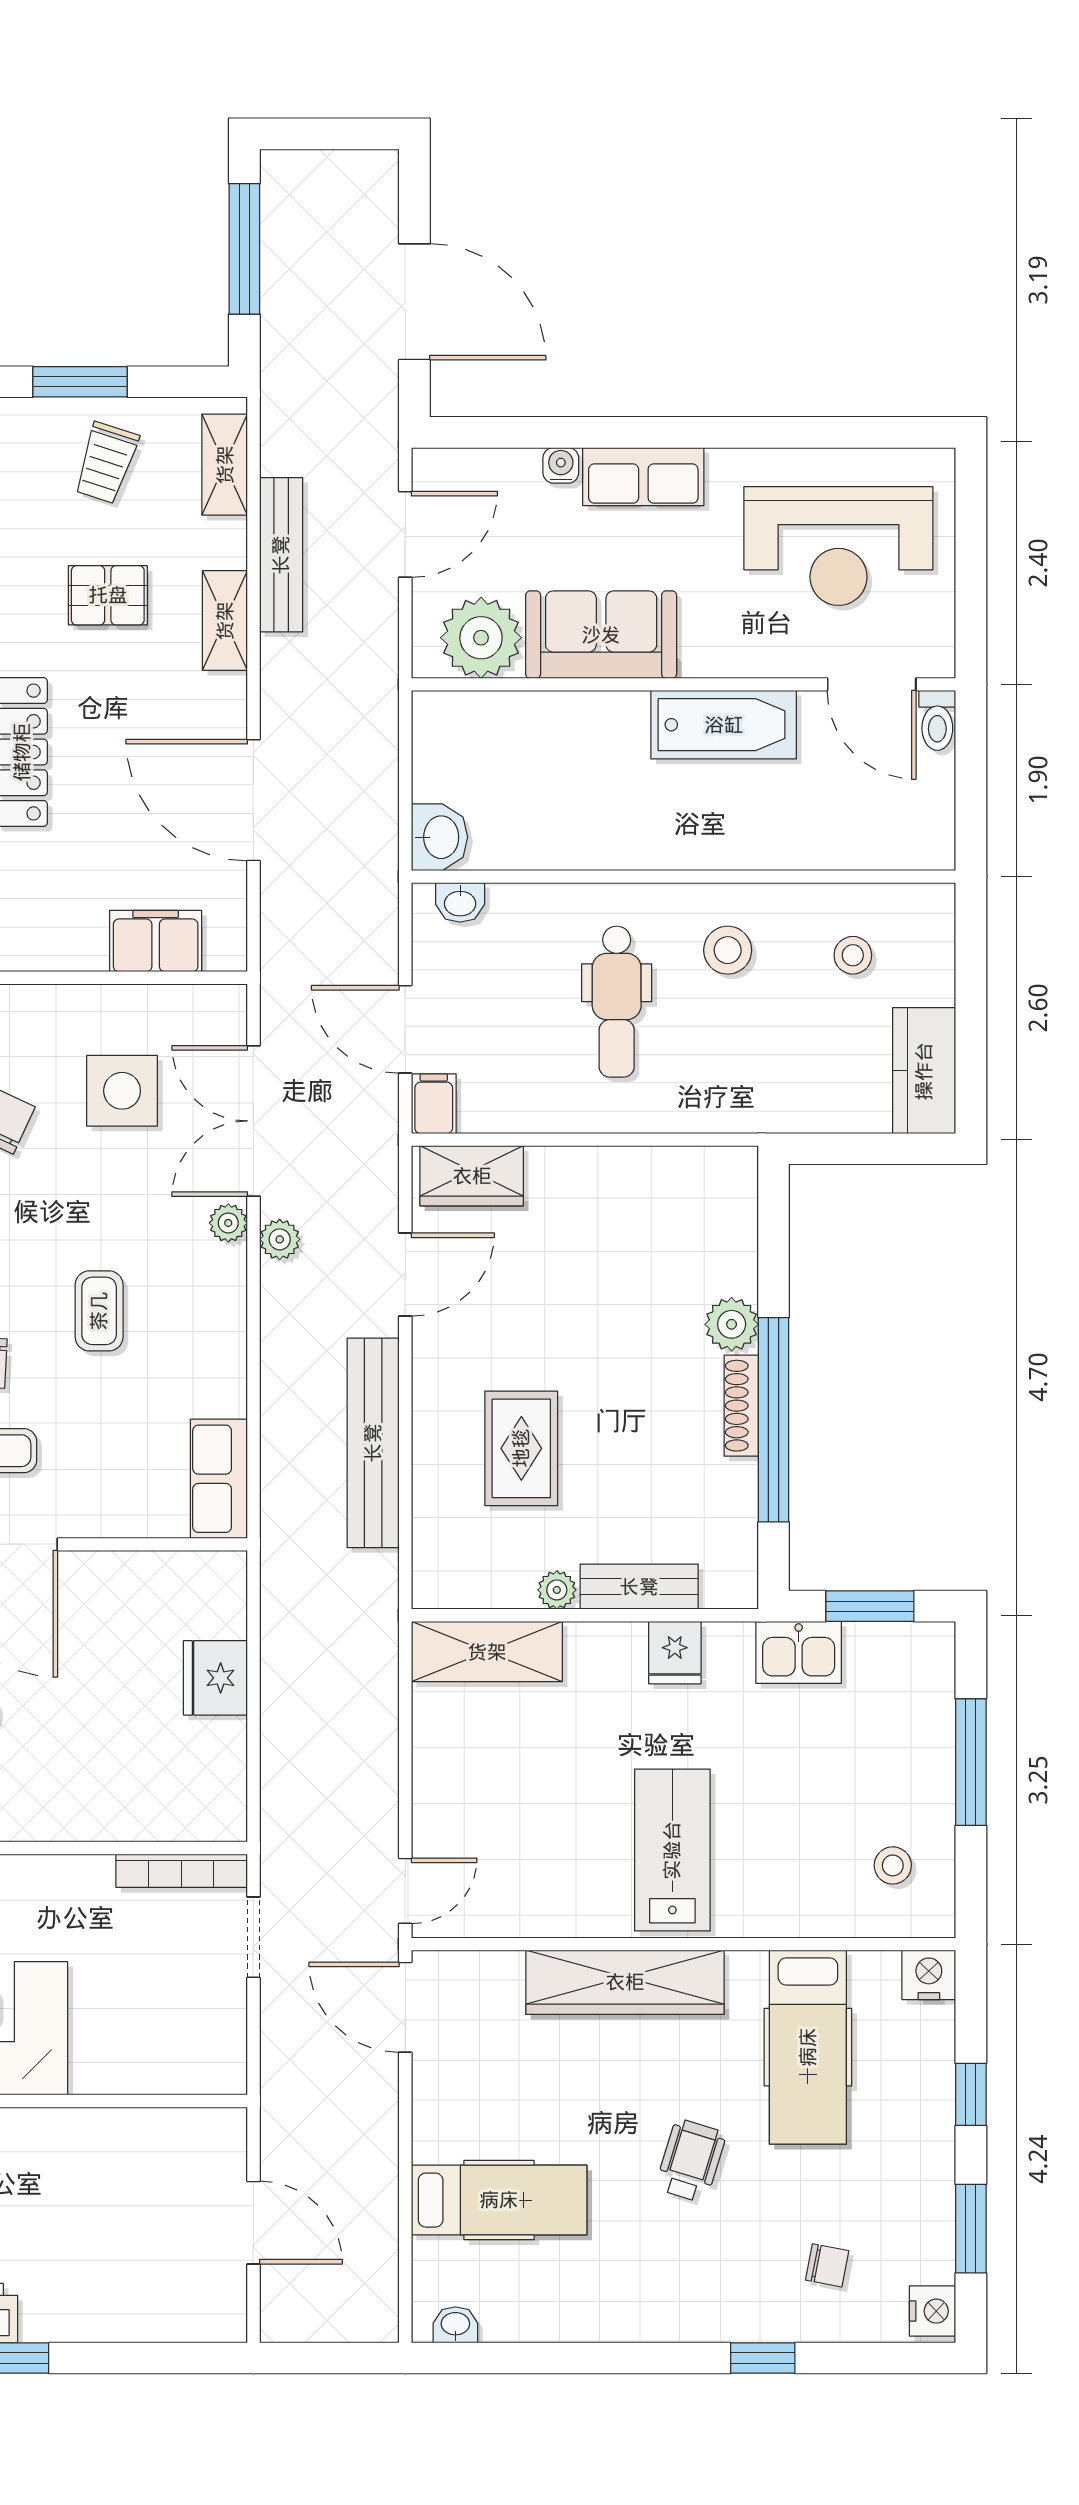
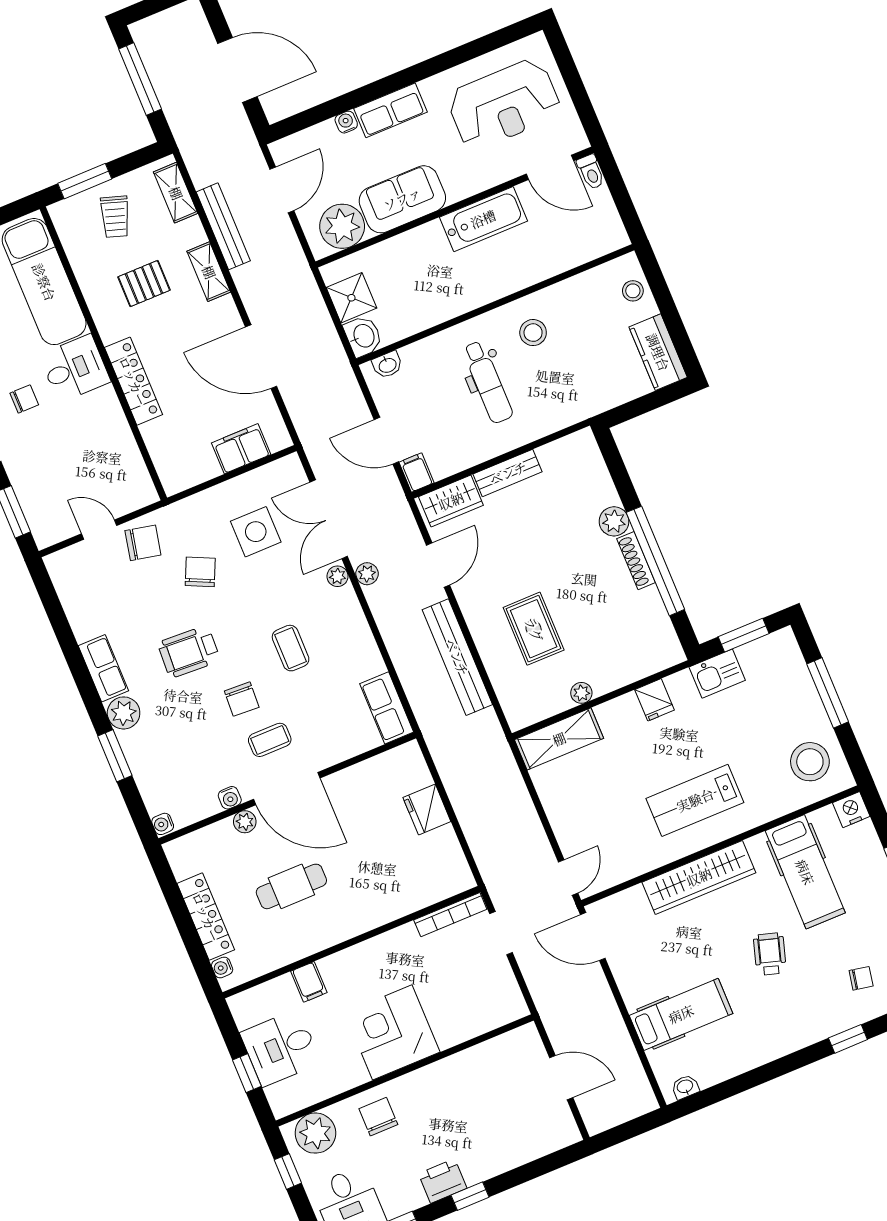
shower: (447, 765) -> (351, 298), added
stool: (853, 955) -> (633, 291), moved
bench: (639, 1587) -> (508, 473), moved
lab bench: (672, 1850) -> (695, 800), turned -90
stool: (893, 1865) -> (810, 762), width x1.89, depth x1.89

